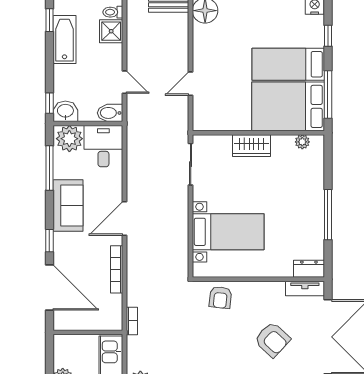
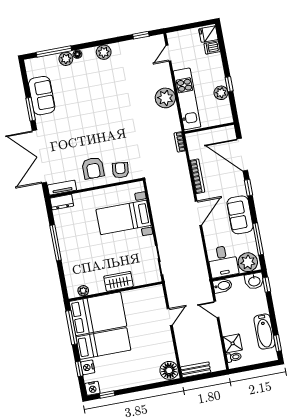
nightstand: (316, 36) -> (88, 367), added
armchair: (272, 340) -> (93, 168), moved, turned -133

